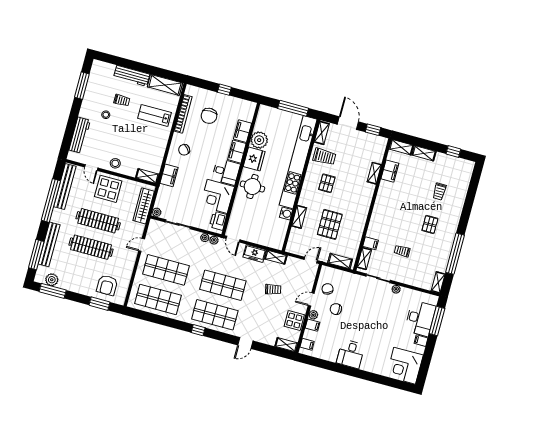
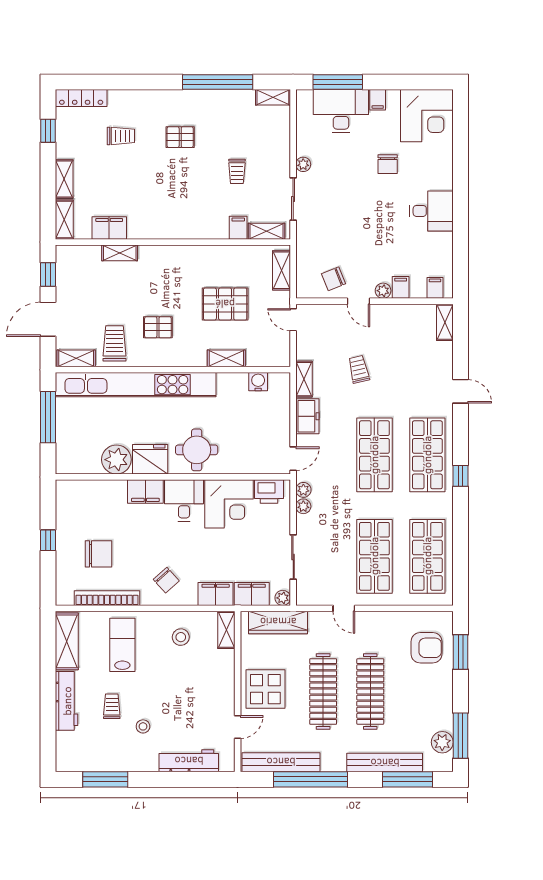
lab bench: (155, 115) -> (122, 645), turned 180
filing cabinet: (243, 131) -> (252, 594), moved, turned 180
stool: (115, 163) -> (181, 637), moved
locker: (467, 175) -> (81, 98), added
water cooler: (286, 214) -> (258, 382), moved
chair: (336, 309) -> (388, 164), moved
display table: (294, 320) -> (401, 320), removed

